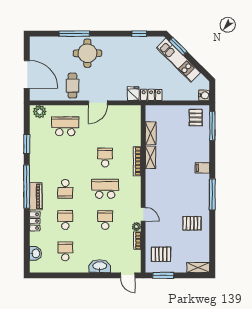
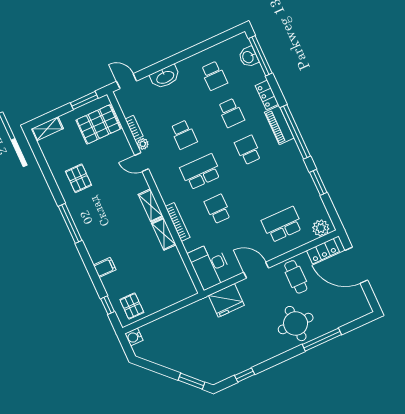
kitchen unit: (178, 60) -> (183, 365), removed
fridge: (133, 94) -> (226, 300), width x1.88, depth x1.34
locker: (151, 95) -> (323, 251), moved
door: (98, 103) -> (256, 270), hinge flipped
desk: (129, 121) -> (210, 266), added
school desk: (65, 126) -> (282, 225), turned 180
window: (212, 126) -> (108, 305), width x0.46
shelving: (151, 133) -> (151, 205), moved
school desk: (105, 158) -> (218, 209), turned 180
filing cabinet: (202, 168) -> (105, 267), moved
school desk: (105, 189) -> (201, 172), turned 180
pallet: (192, 223) -> (79, 178), turned 90
window: (27, 250) -> (260, 56), added
pallet: (161, 254) -> (99, 124), width x1.50, depth x1.42

